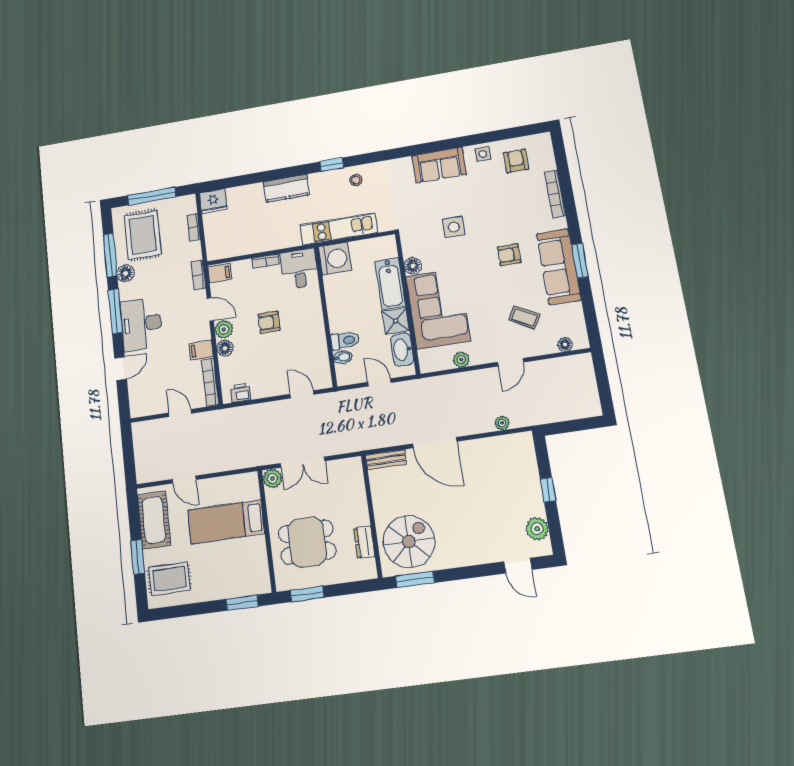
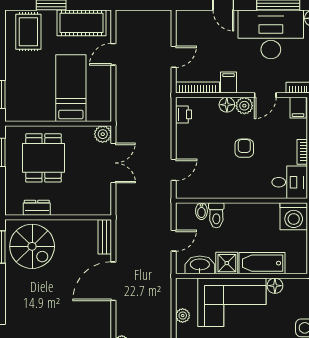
desk: (141, 324) -> (271, 34), width x1.36, depth x1.30
double door: (303, 462) -> (113, 163), swing flipped

